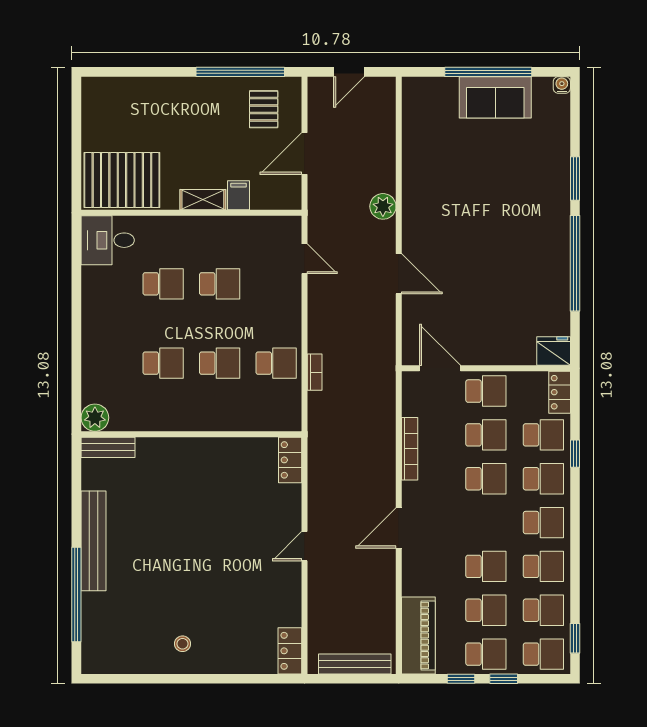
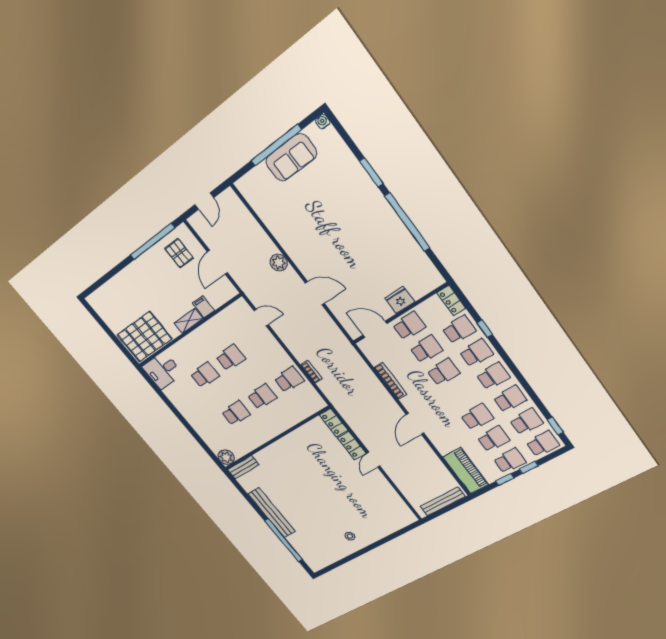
fridge: (554, 351) -> (400, 300), moved
locker: (290, 651) -> (352, 446), moved

